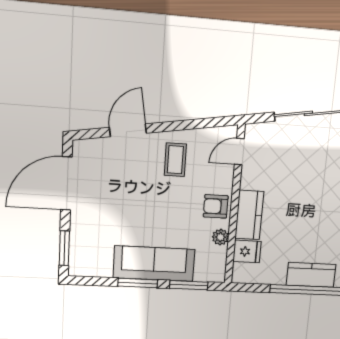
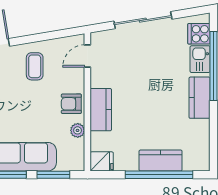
fridge: (247, 251) -> (102, 161), moved

